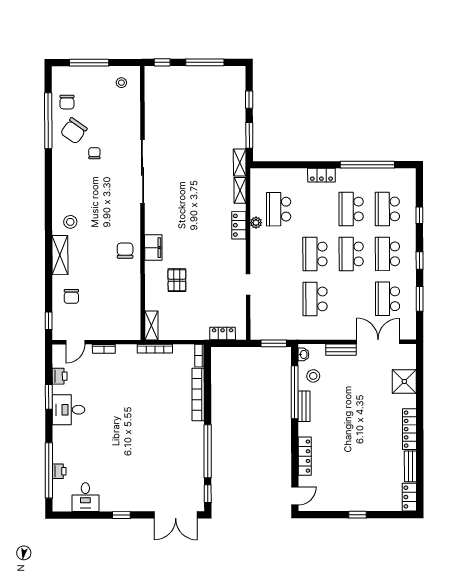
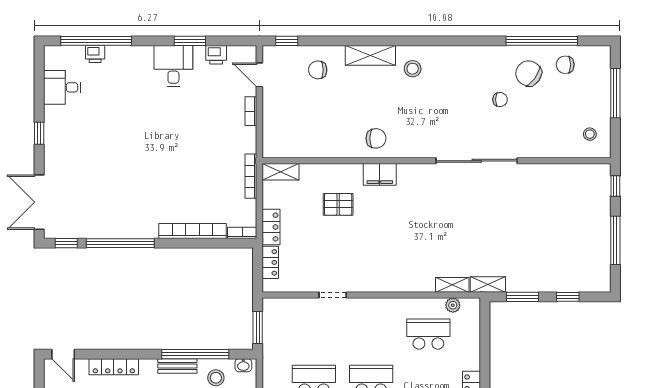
plant: (256, 223) -> (453, 305), moved
locker: (239, 225) -> (271, 227), moved, turned 90

